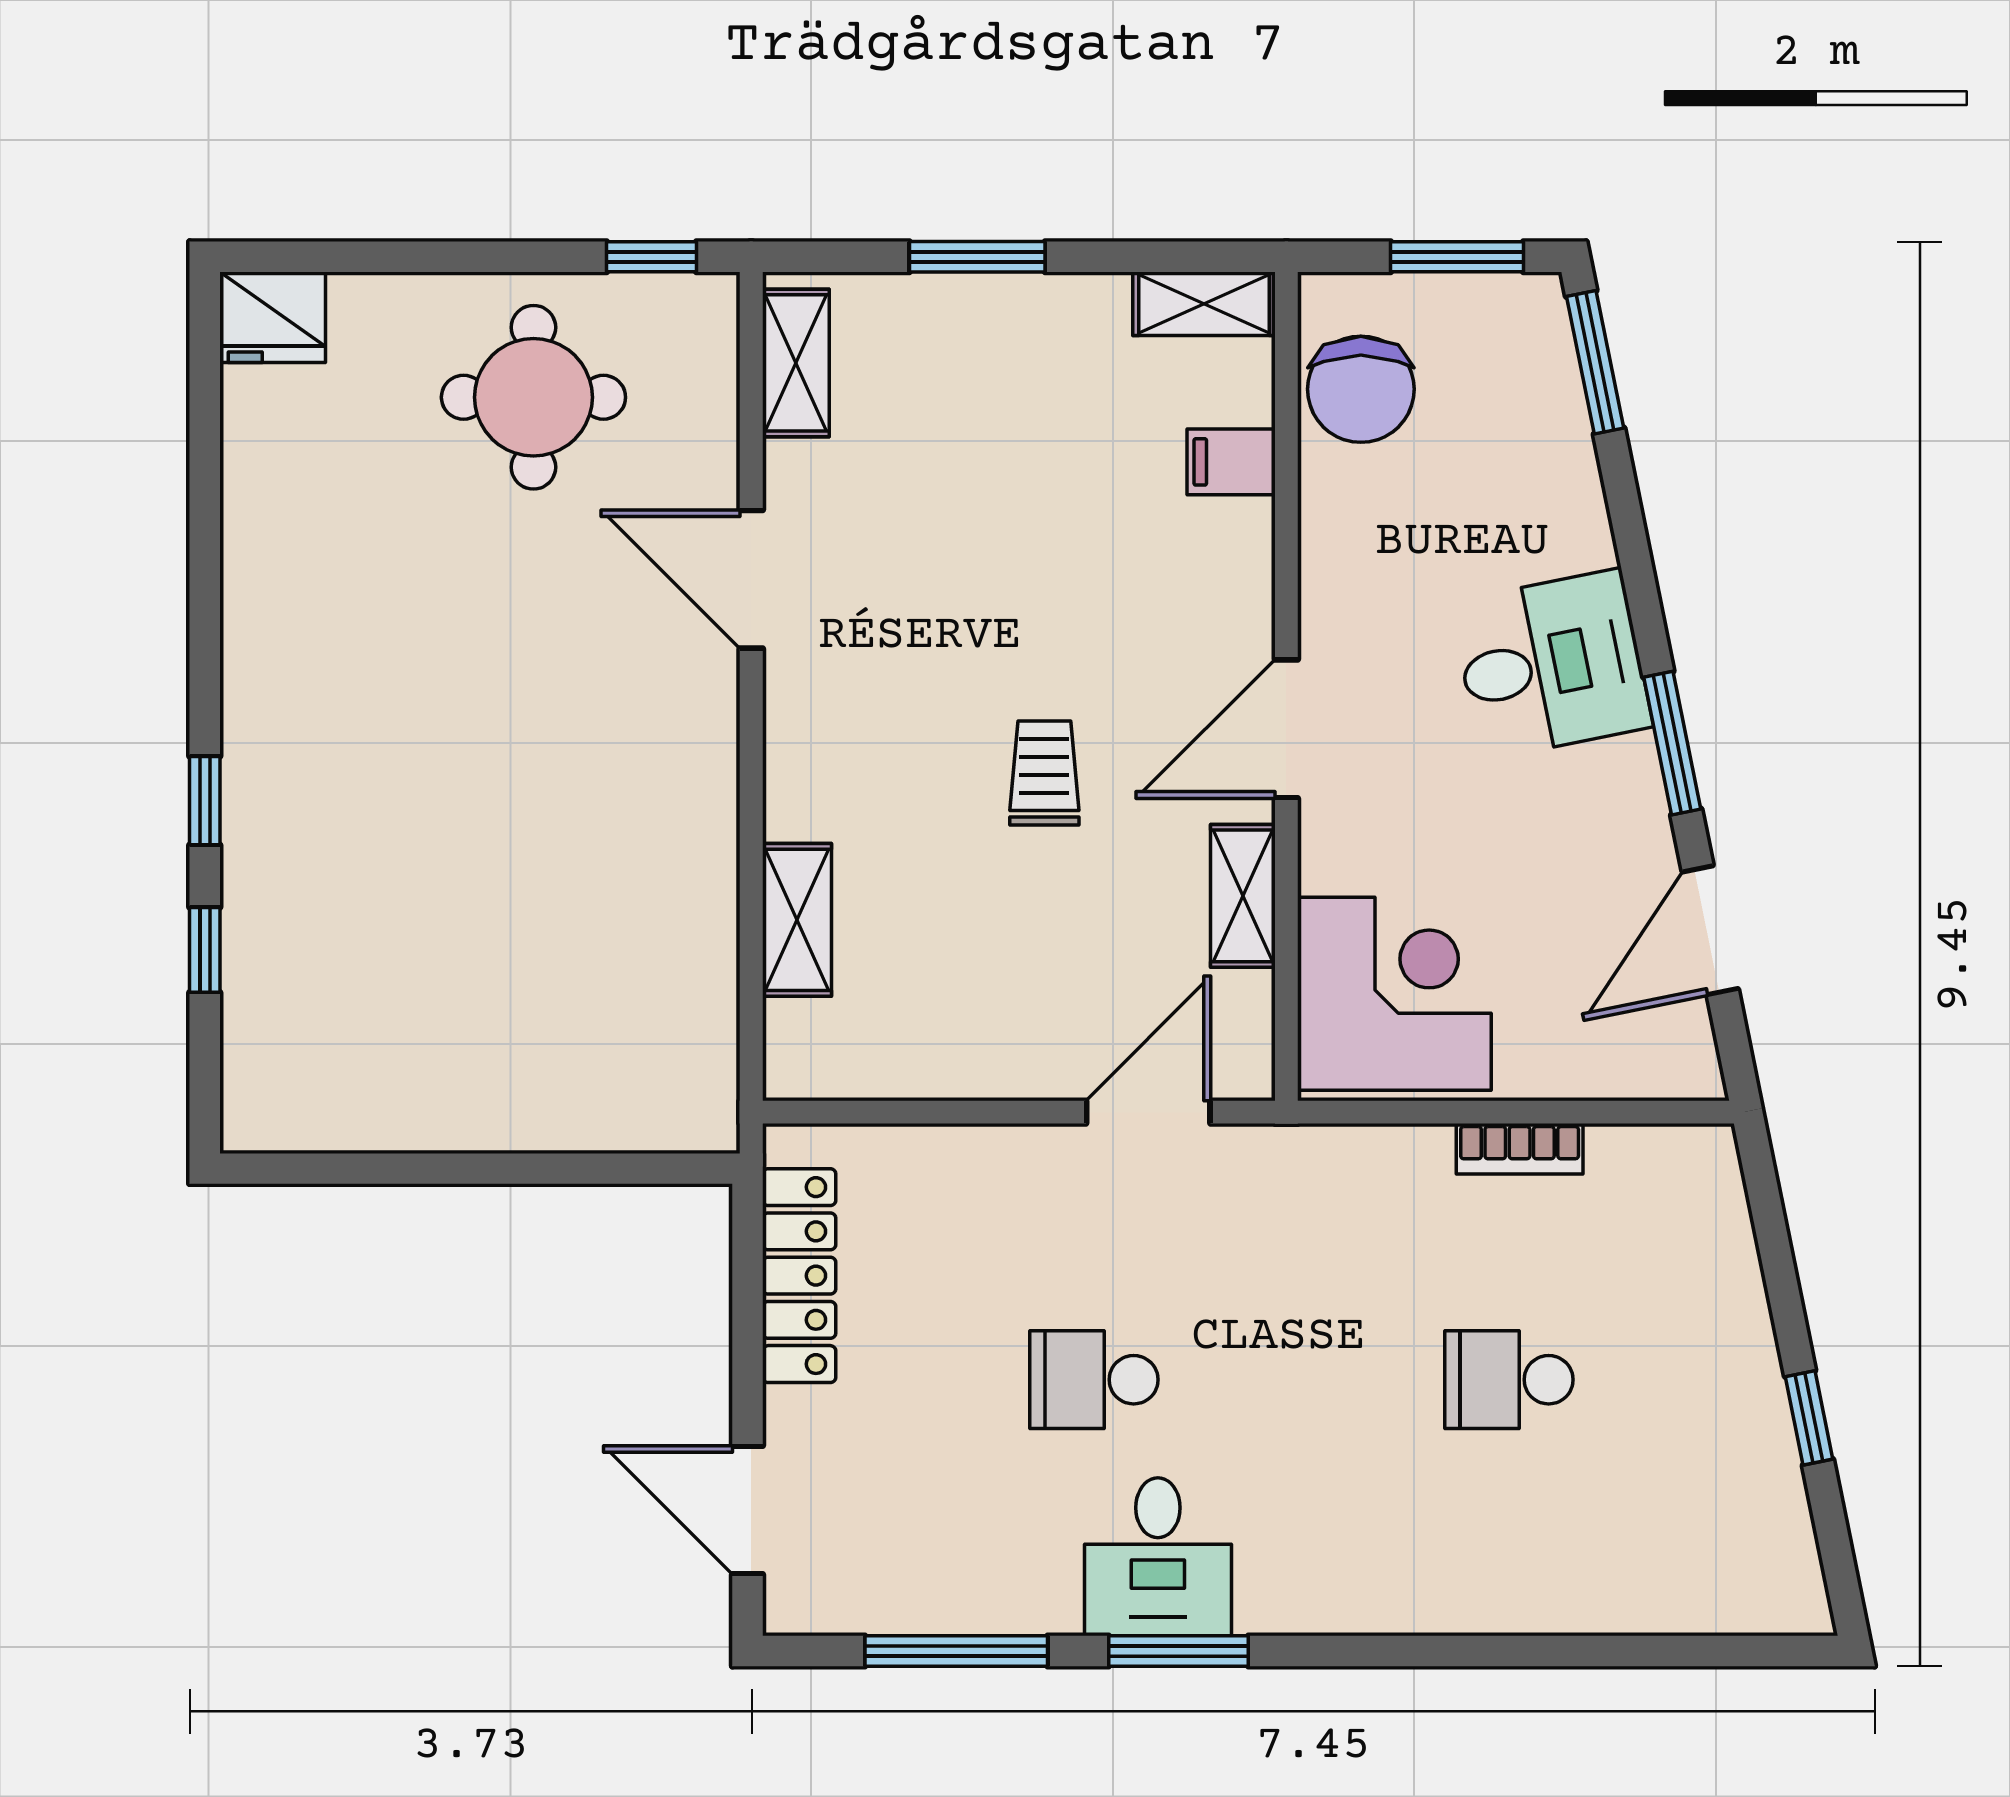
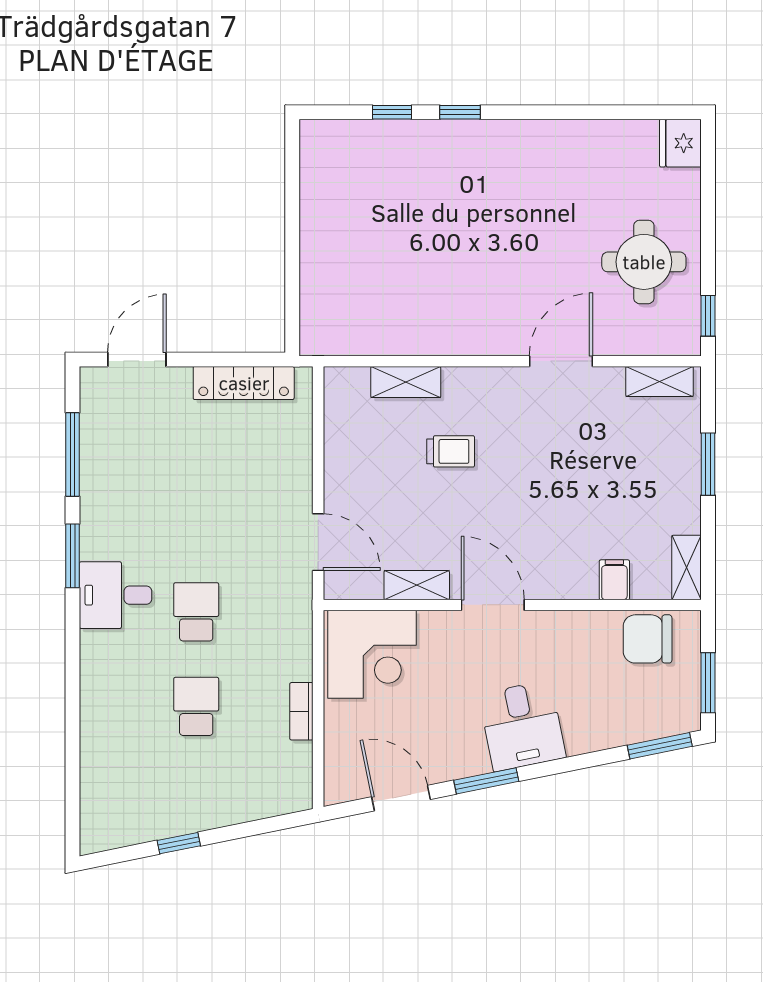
trolley: (1044, 773) -> (451, 451), moved
school desk: (1094, 1380) -> (196, 612), moved
desk: (1158, 1557) -> (116, 595), moved

